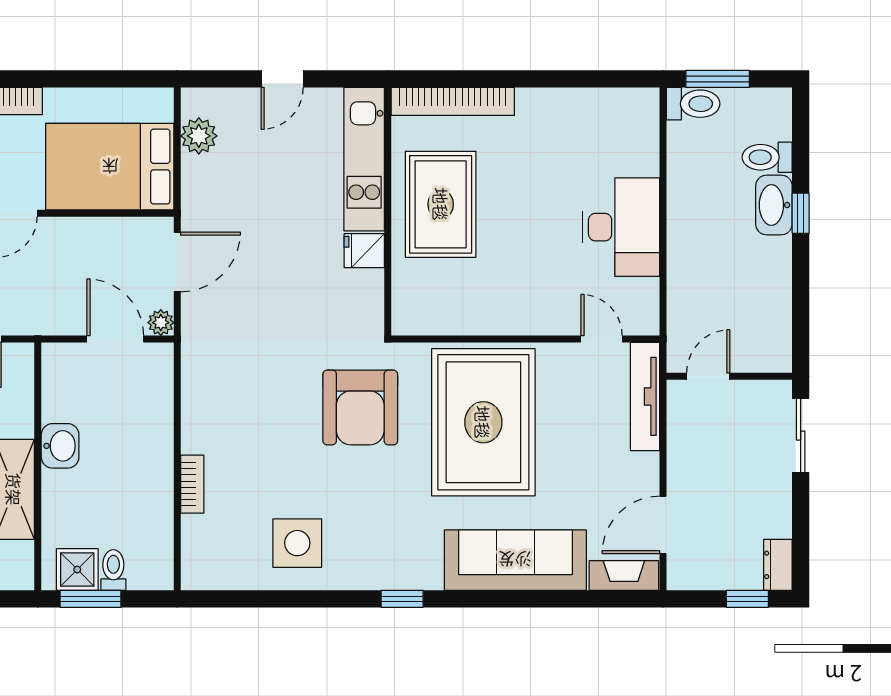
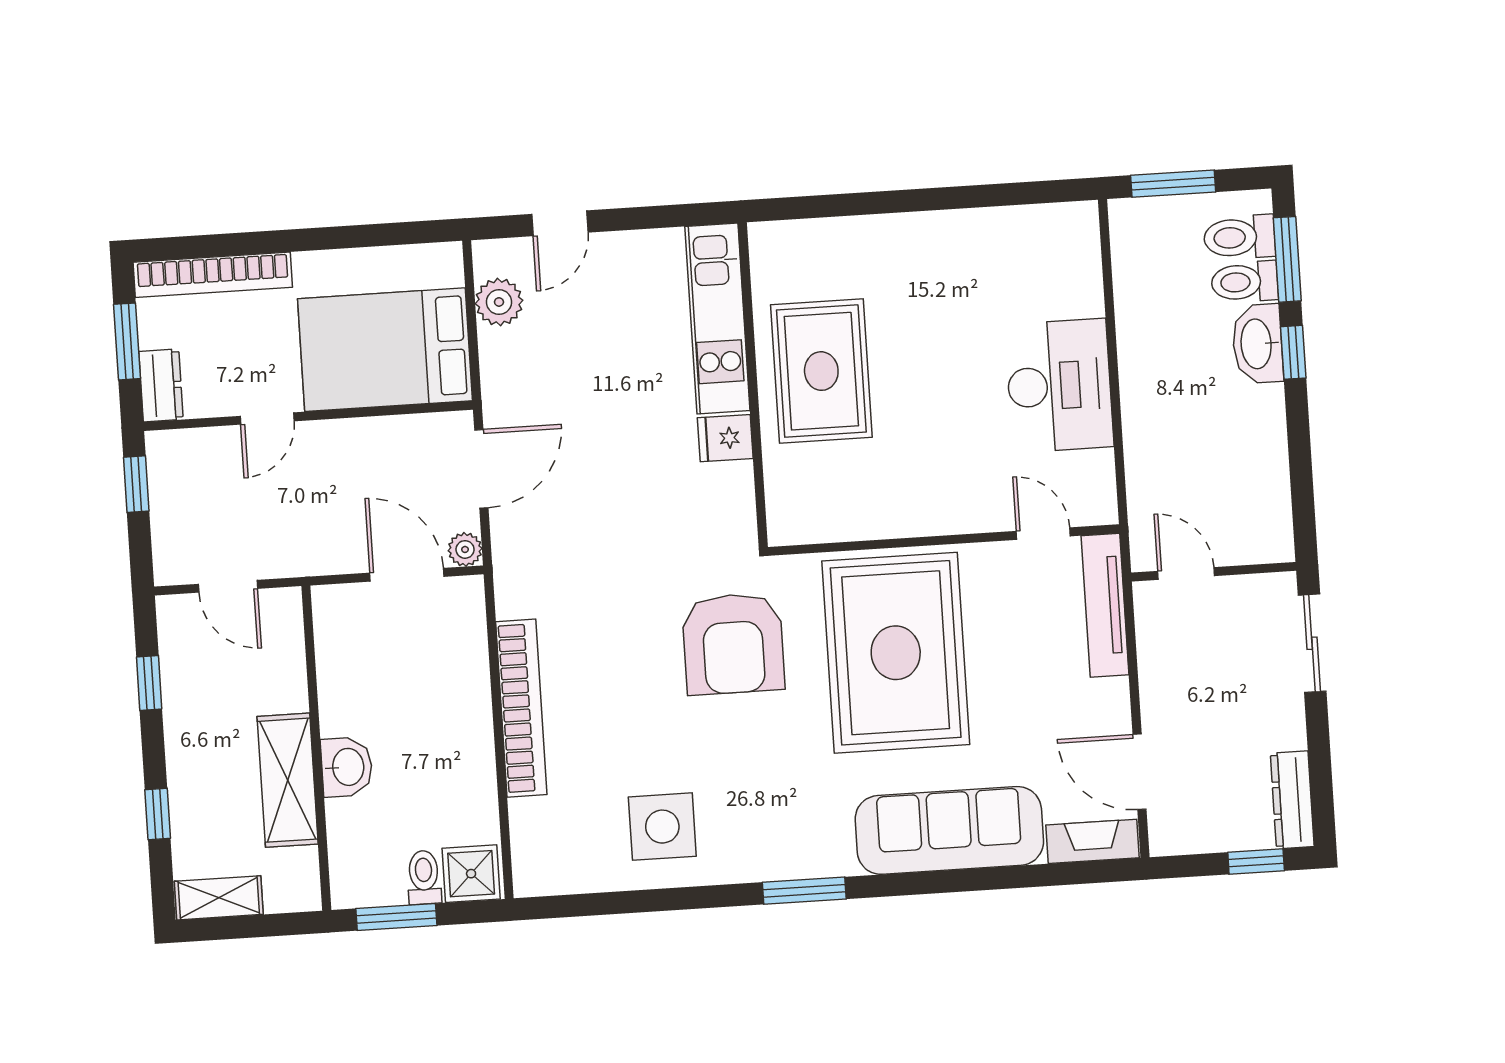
door: (282, 79) -> (560, 223), moved
bookcase: (453, 101) -> (829, 235), removed
toilet: (693, 104) -> (1239, 237), moved, turned 180
window: (801, 142) -> (1287, 259), added
door: (708, 376) -> (1186, 573), hinge flipped
washbasin: (60, 446) -> (347, 767), moved
bookcase: (192, 484) -> (521, 708), width x2.31, depth x1.31
door: (663, 525) -> (1139, 772), hinge flipped
dresser: (778, 565) -> (1292, 800), width x1.44
shower: (77, 569) -> (471, 874), moved
window: (402, 599) -> (804, 891), width x1.50

